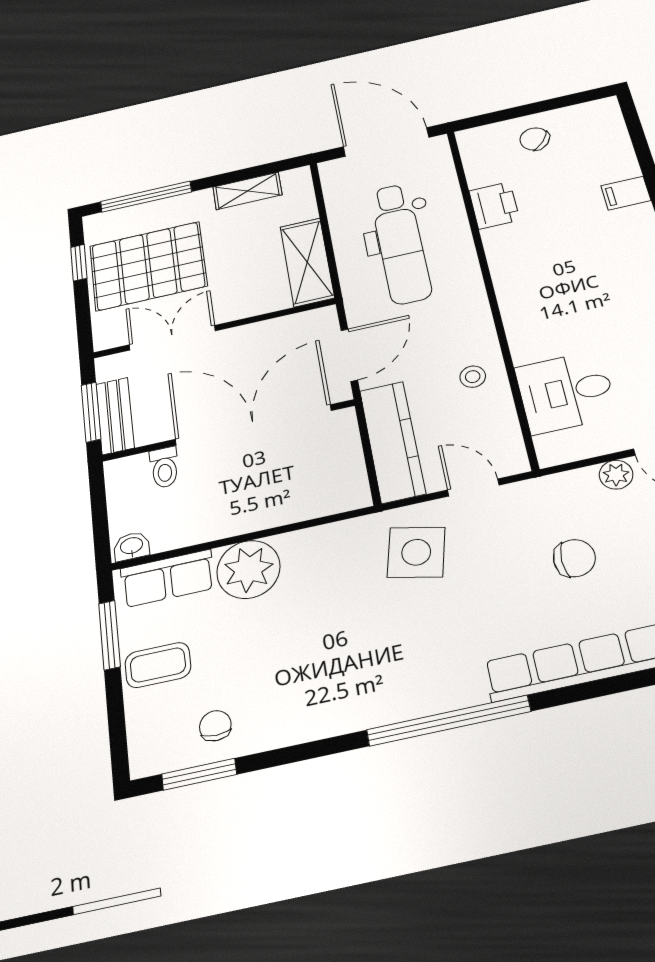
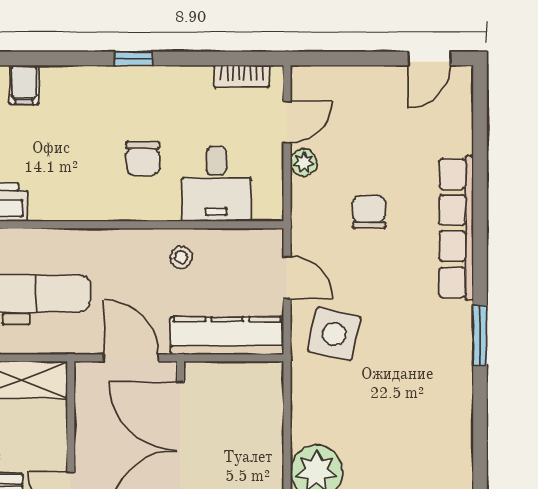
chair: (576, 316) -> (143, 158), added
door: (473, 487) -> (287, 278), swing flipped
window: (448, 721) -> (480, 335), width x0.47

